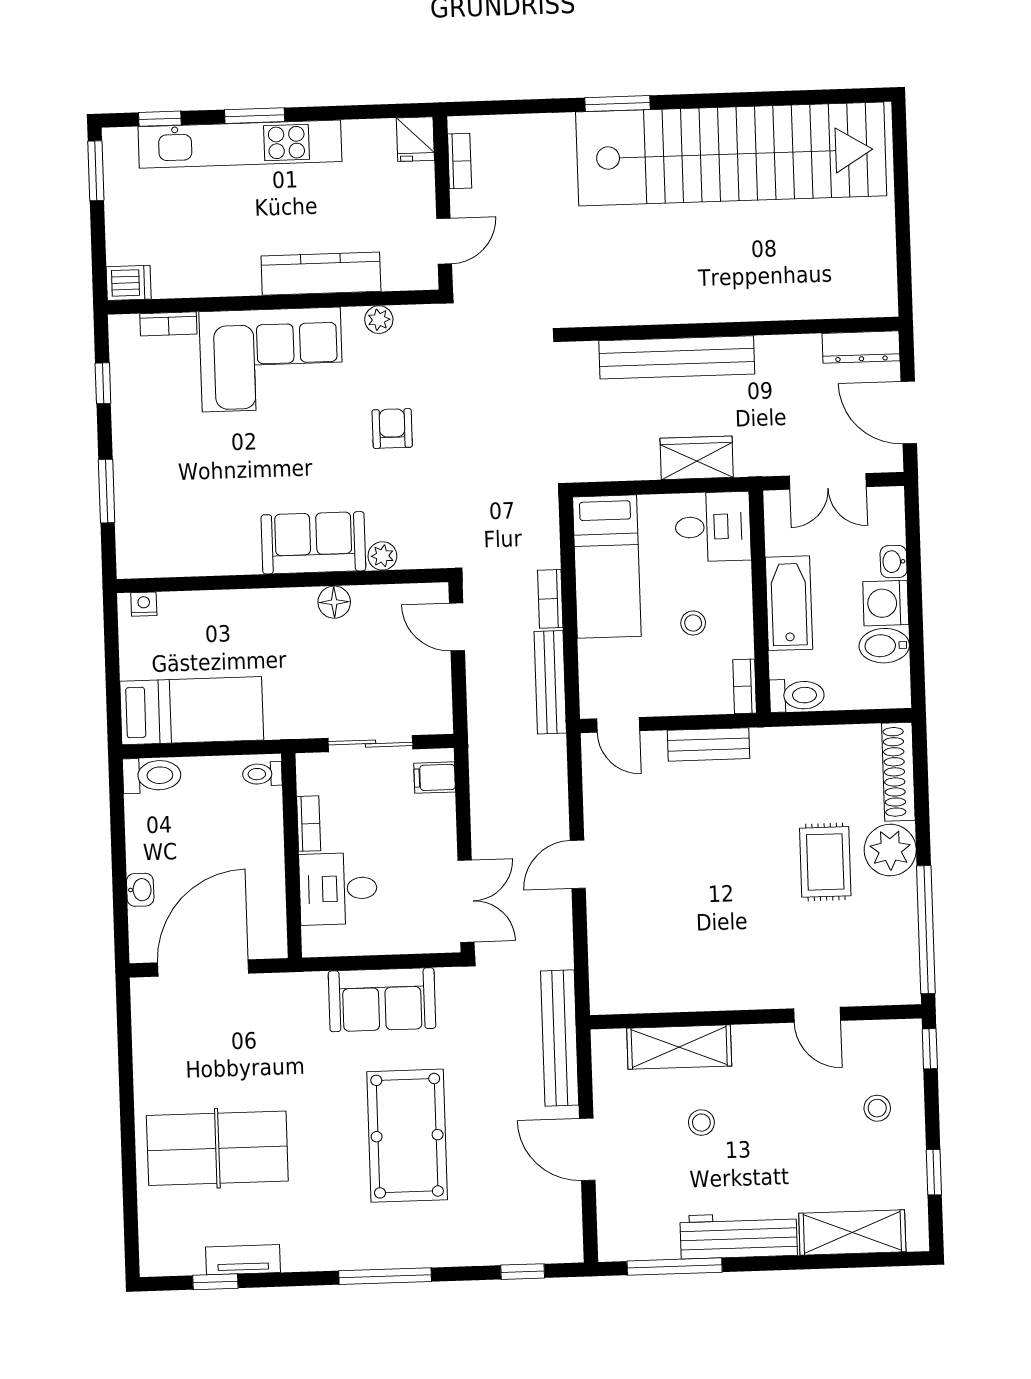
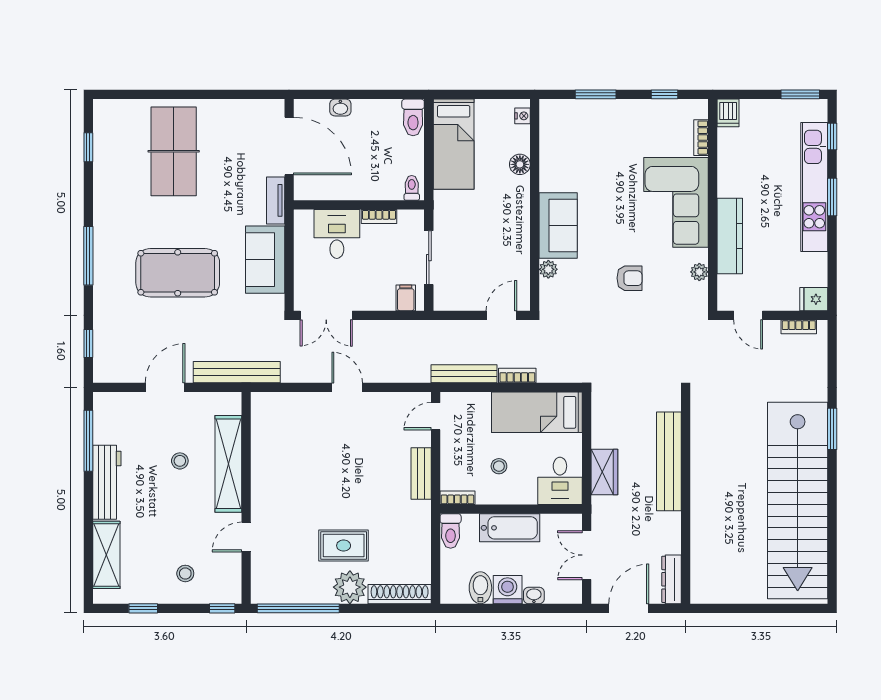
floor lamp: (334, 602) -> (520, 164), moved
shelving: (679, 1047) -> (228, 464), width x1.47
tv unit: (243, 1260) -> (276, 200), moved, turned 180

